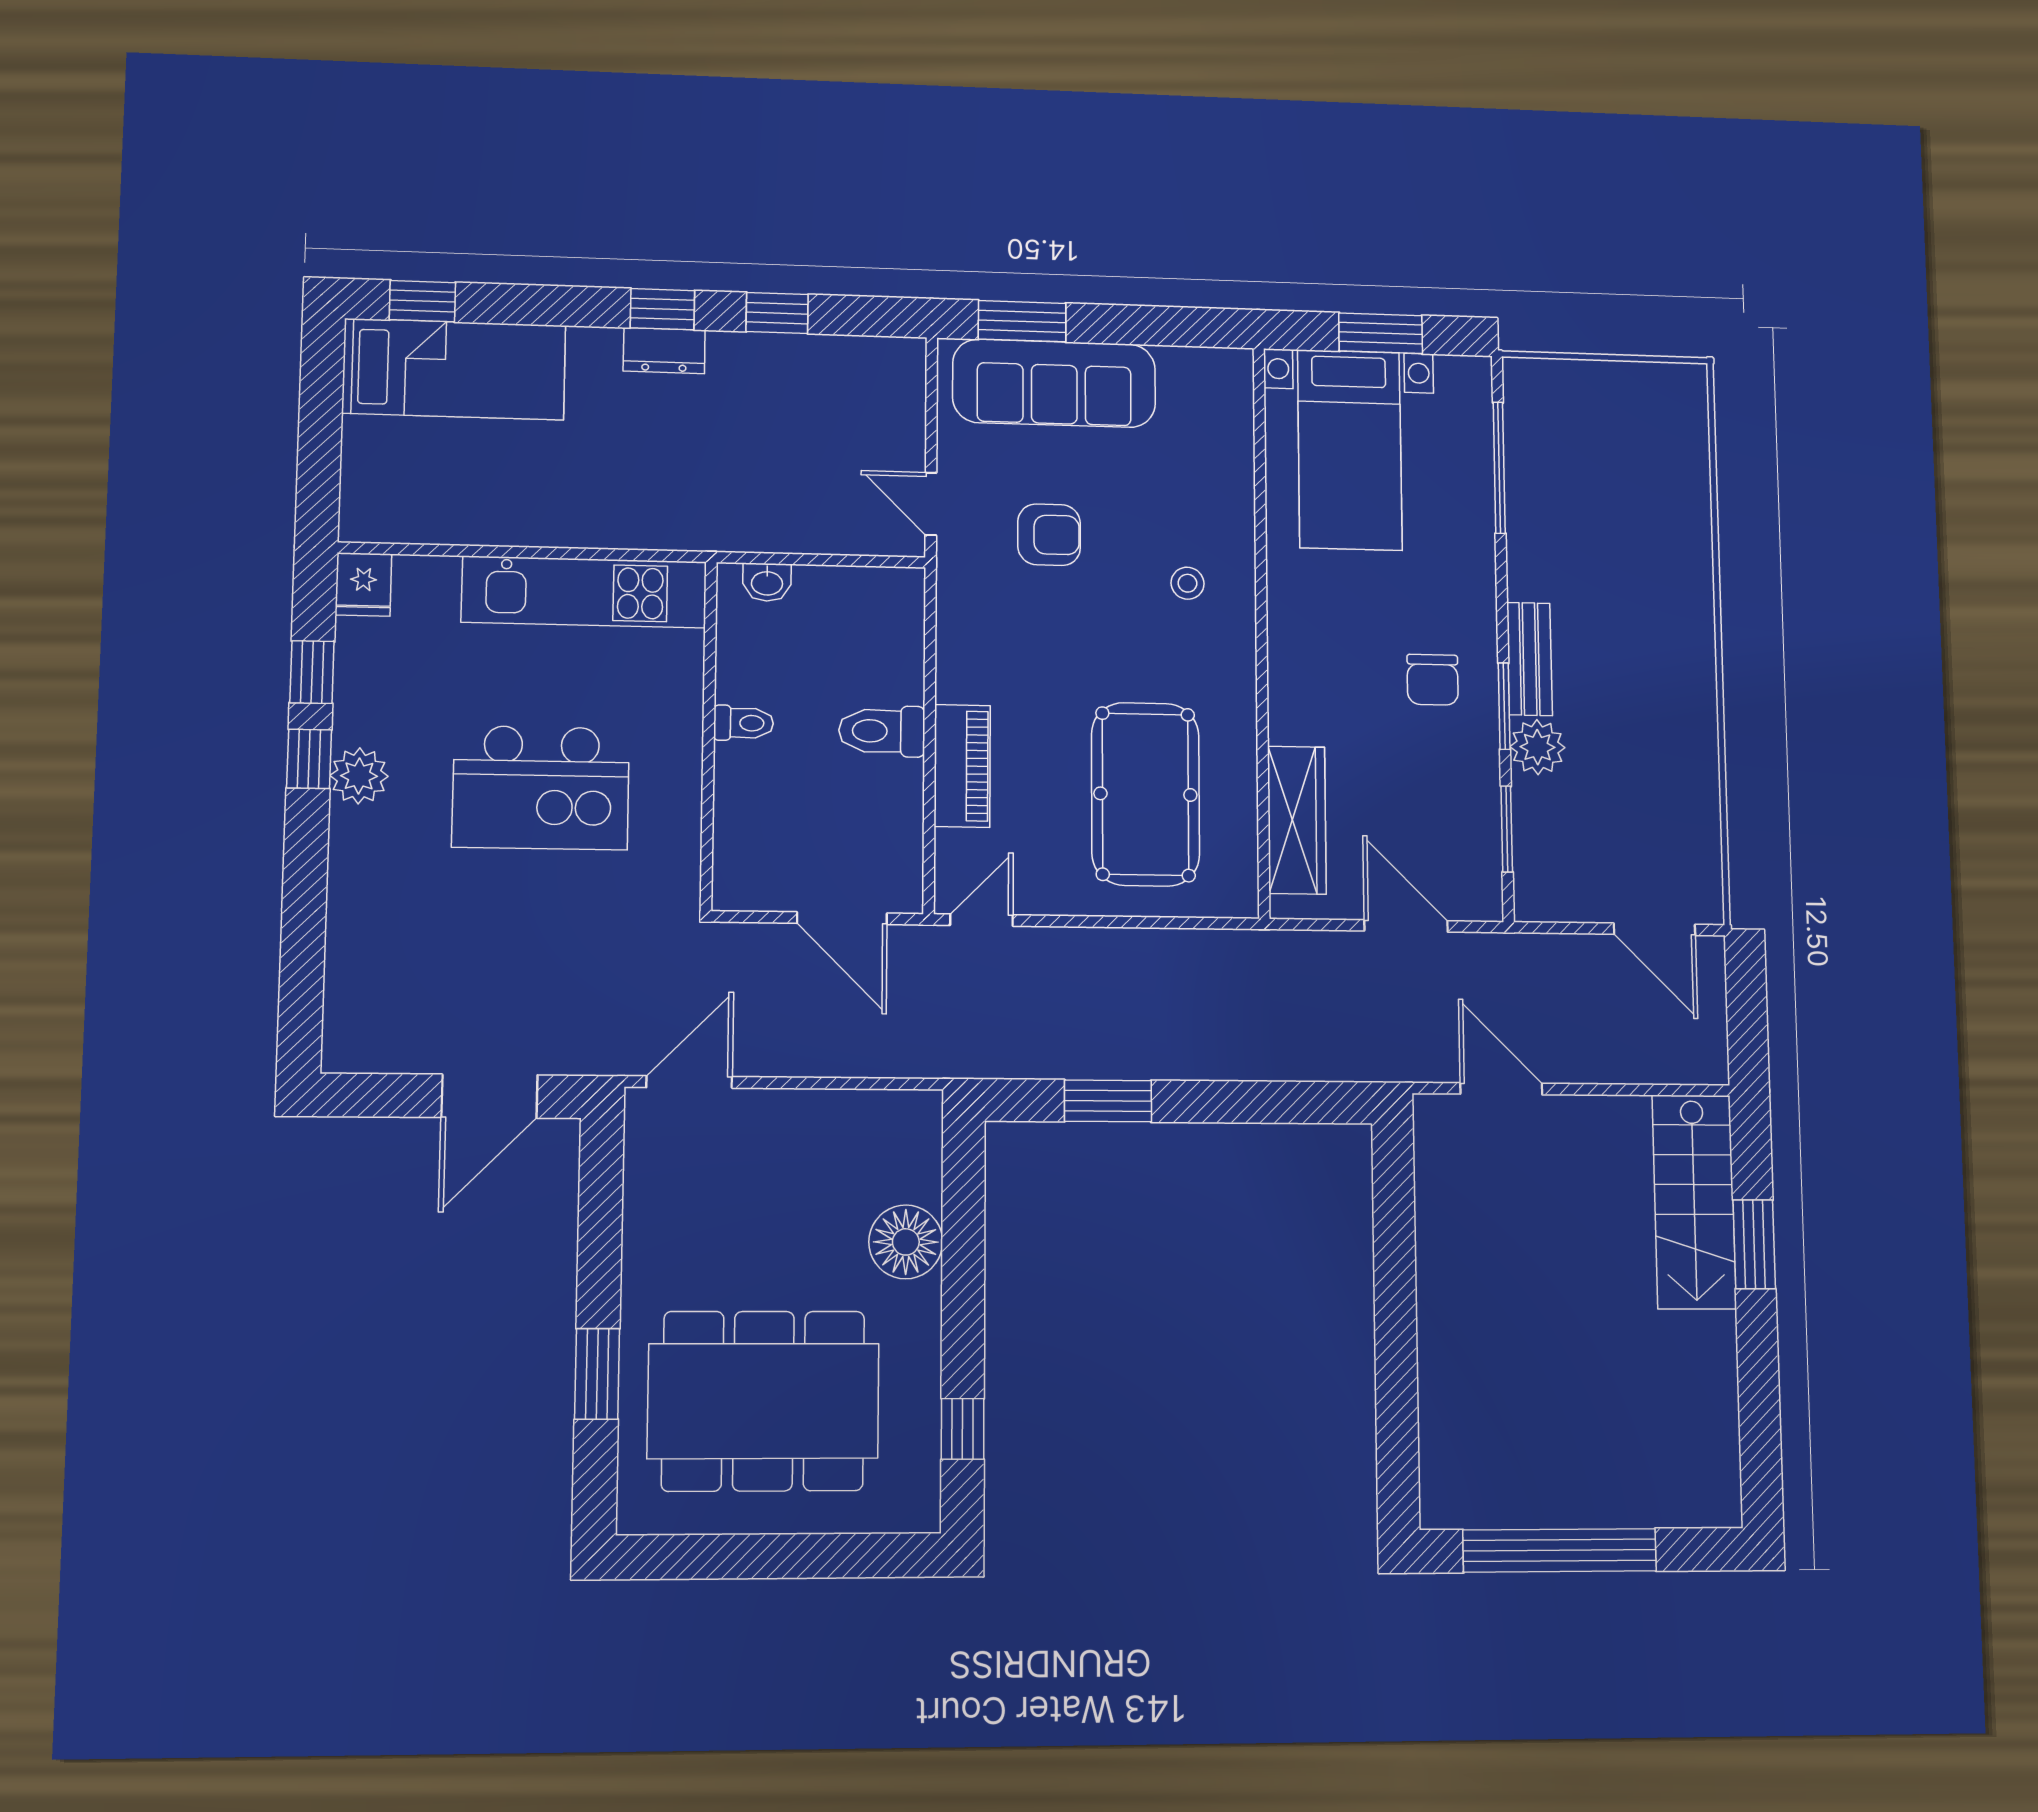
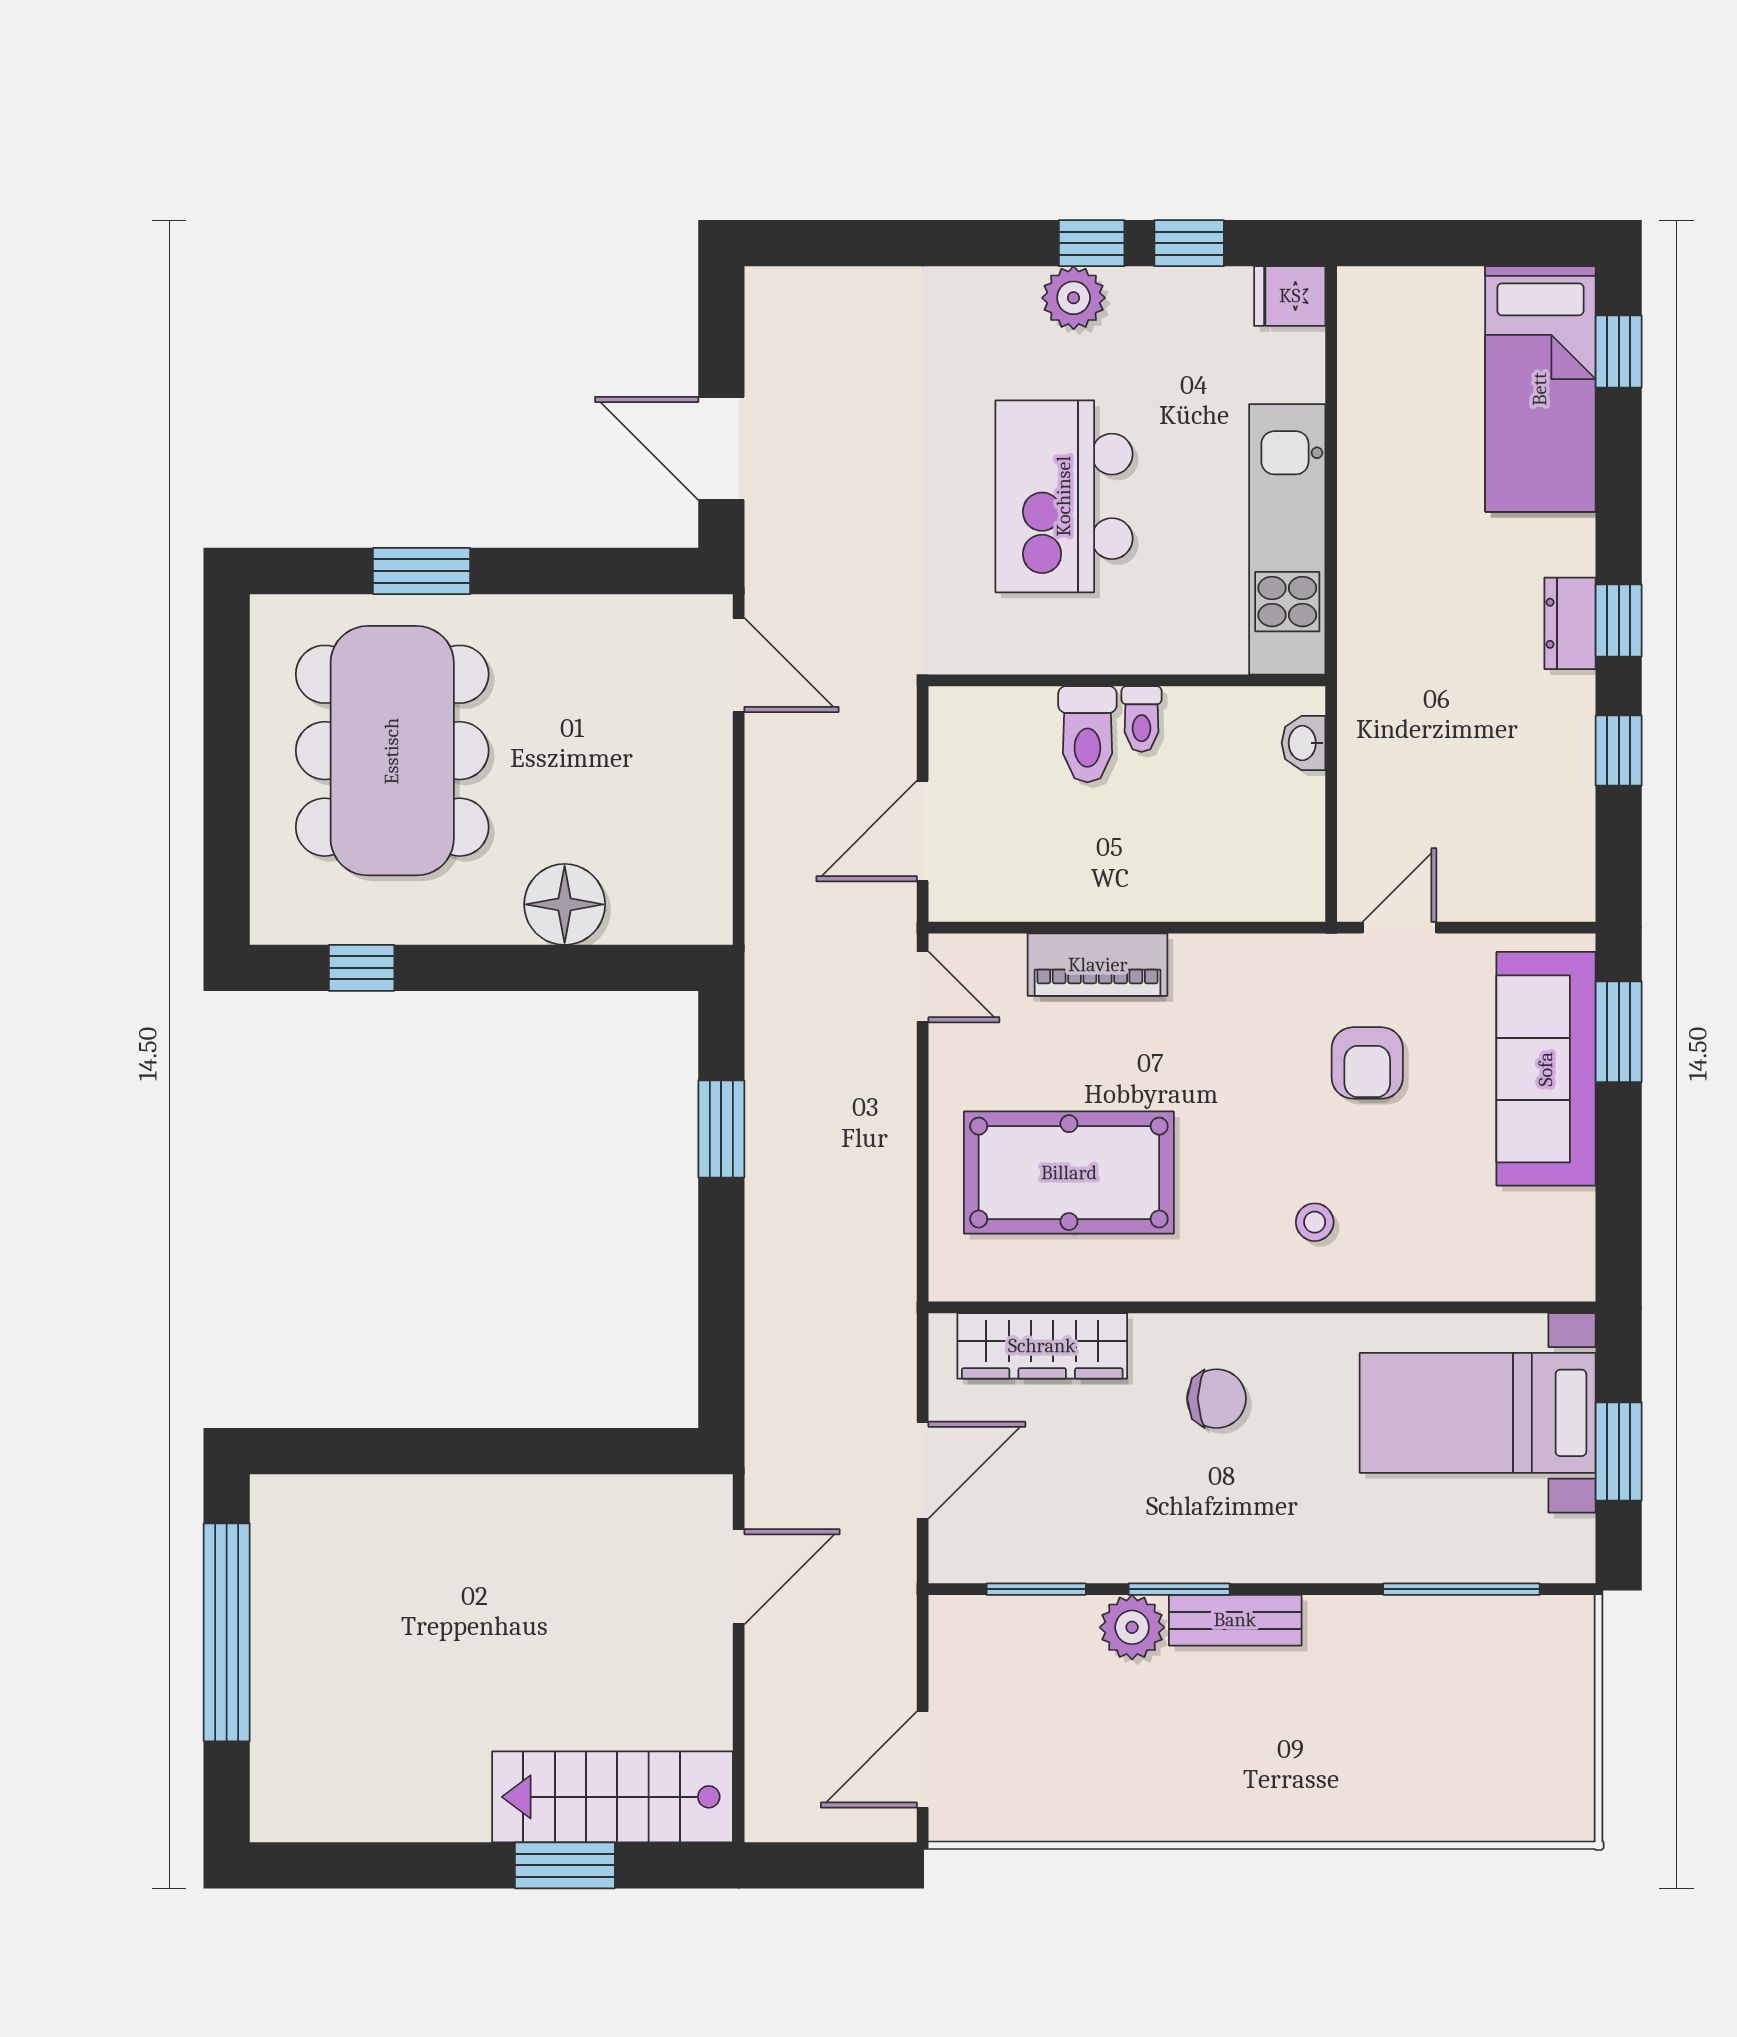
chair: (1433, 680) -> (1217, 1399), moved, turned 180
toilet: (882, 731) -> (1087, 734), moved, turned 180

